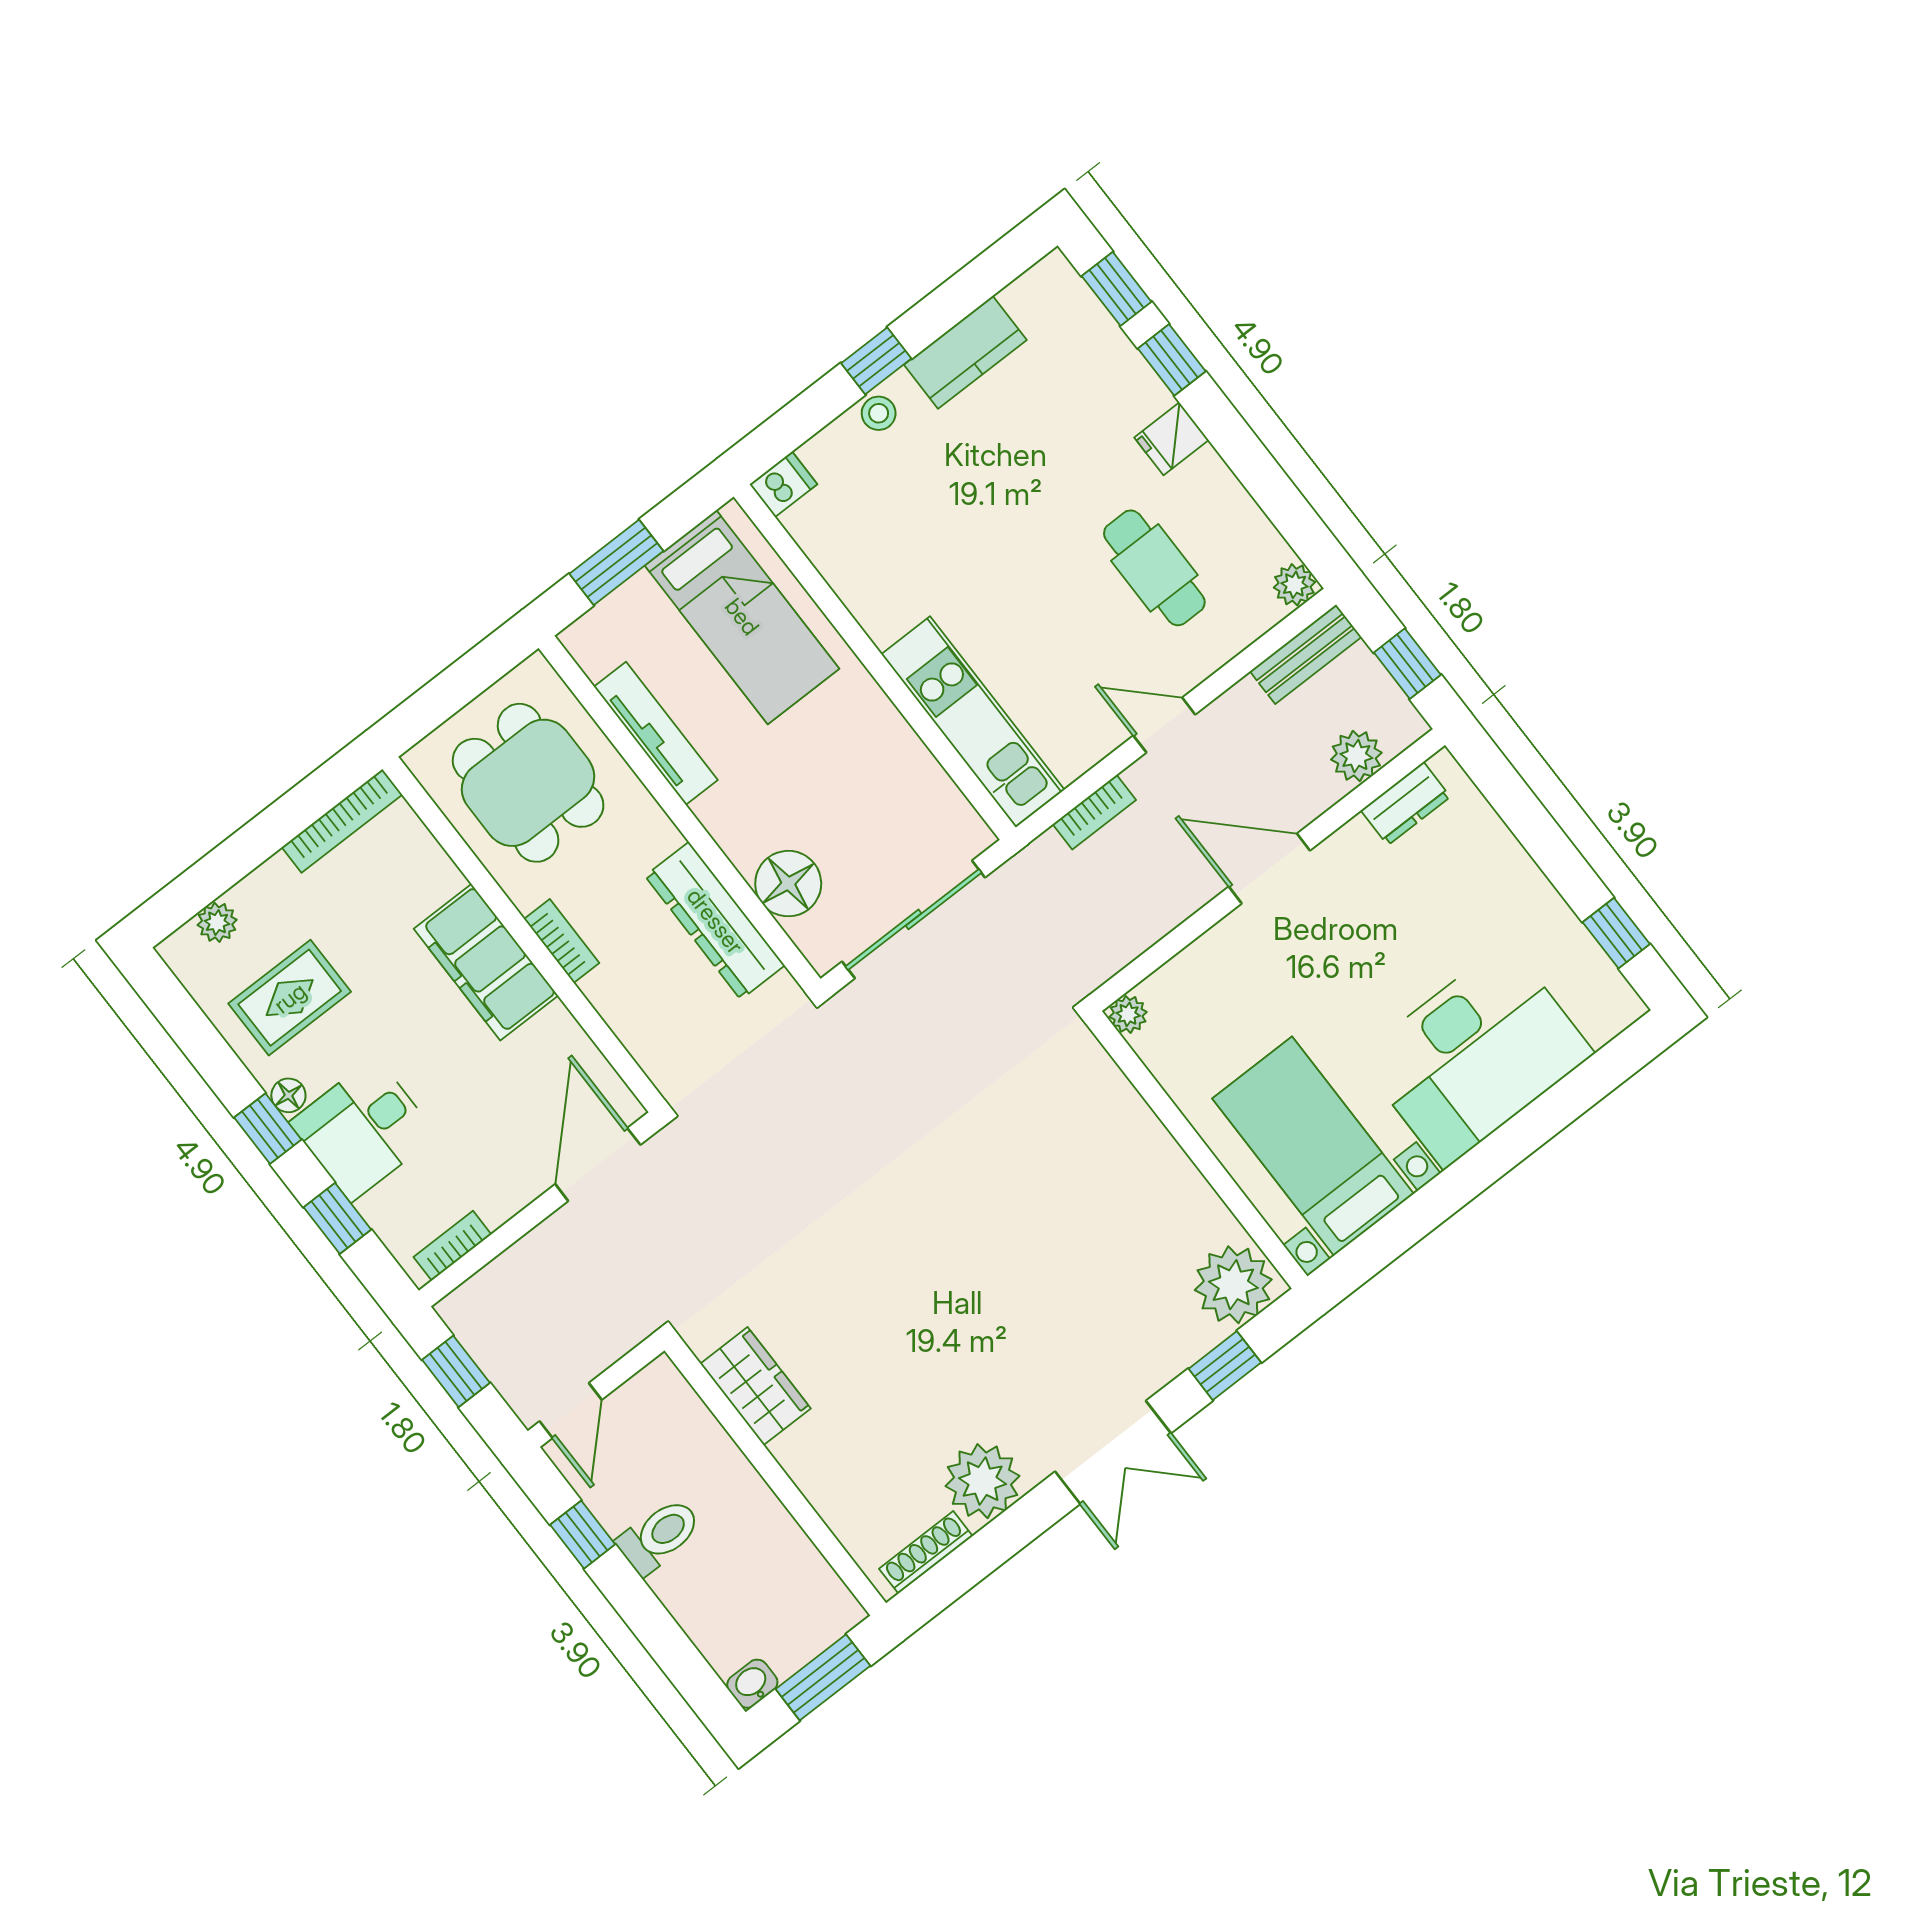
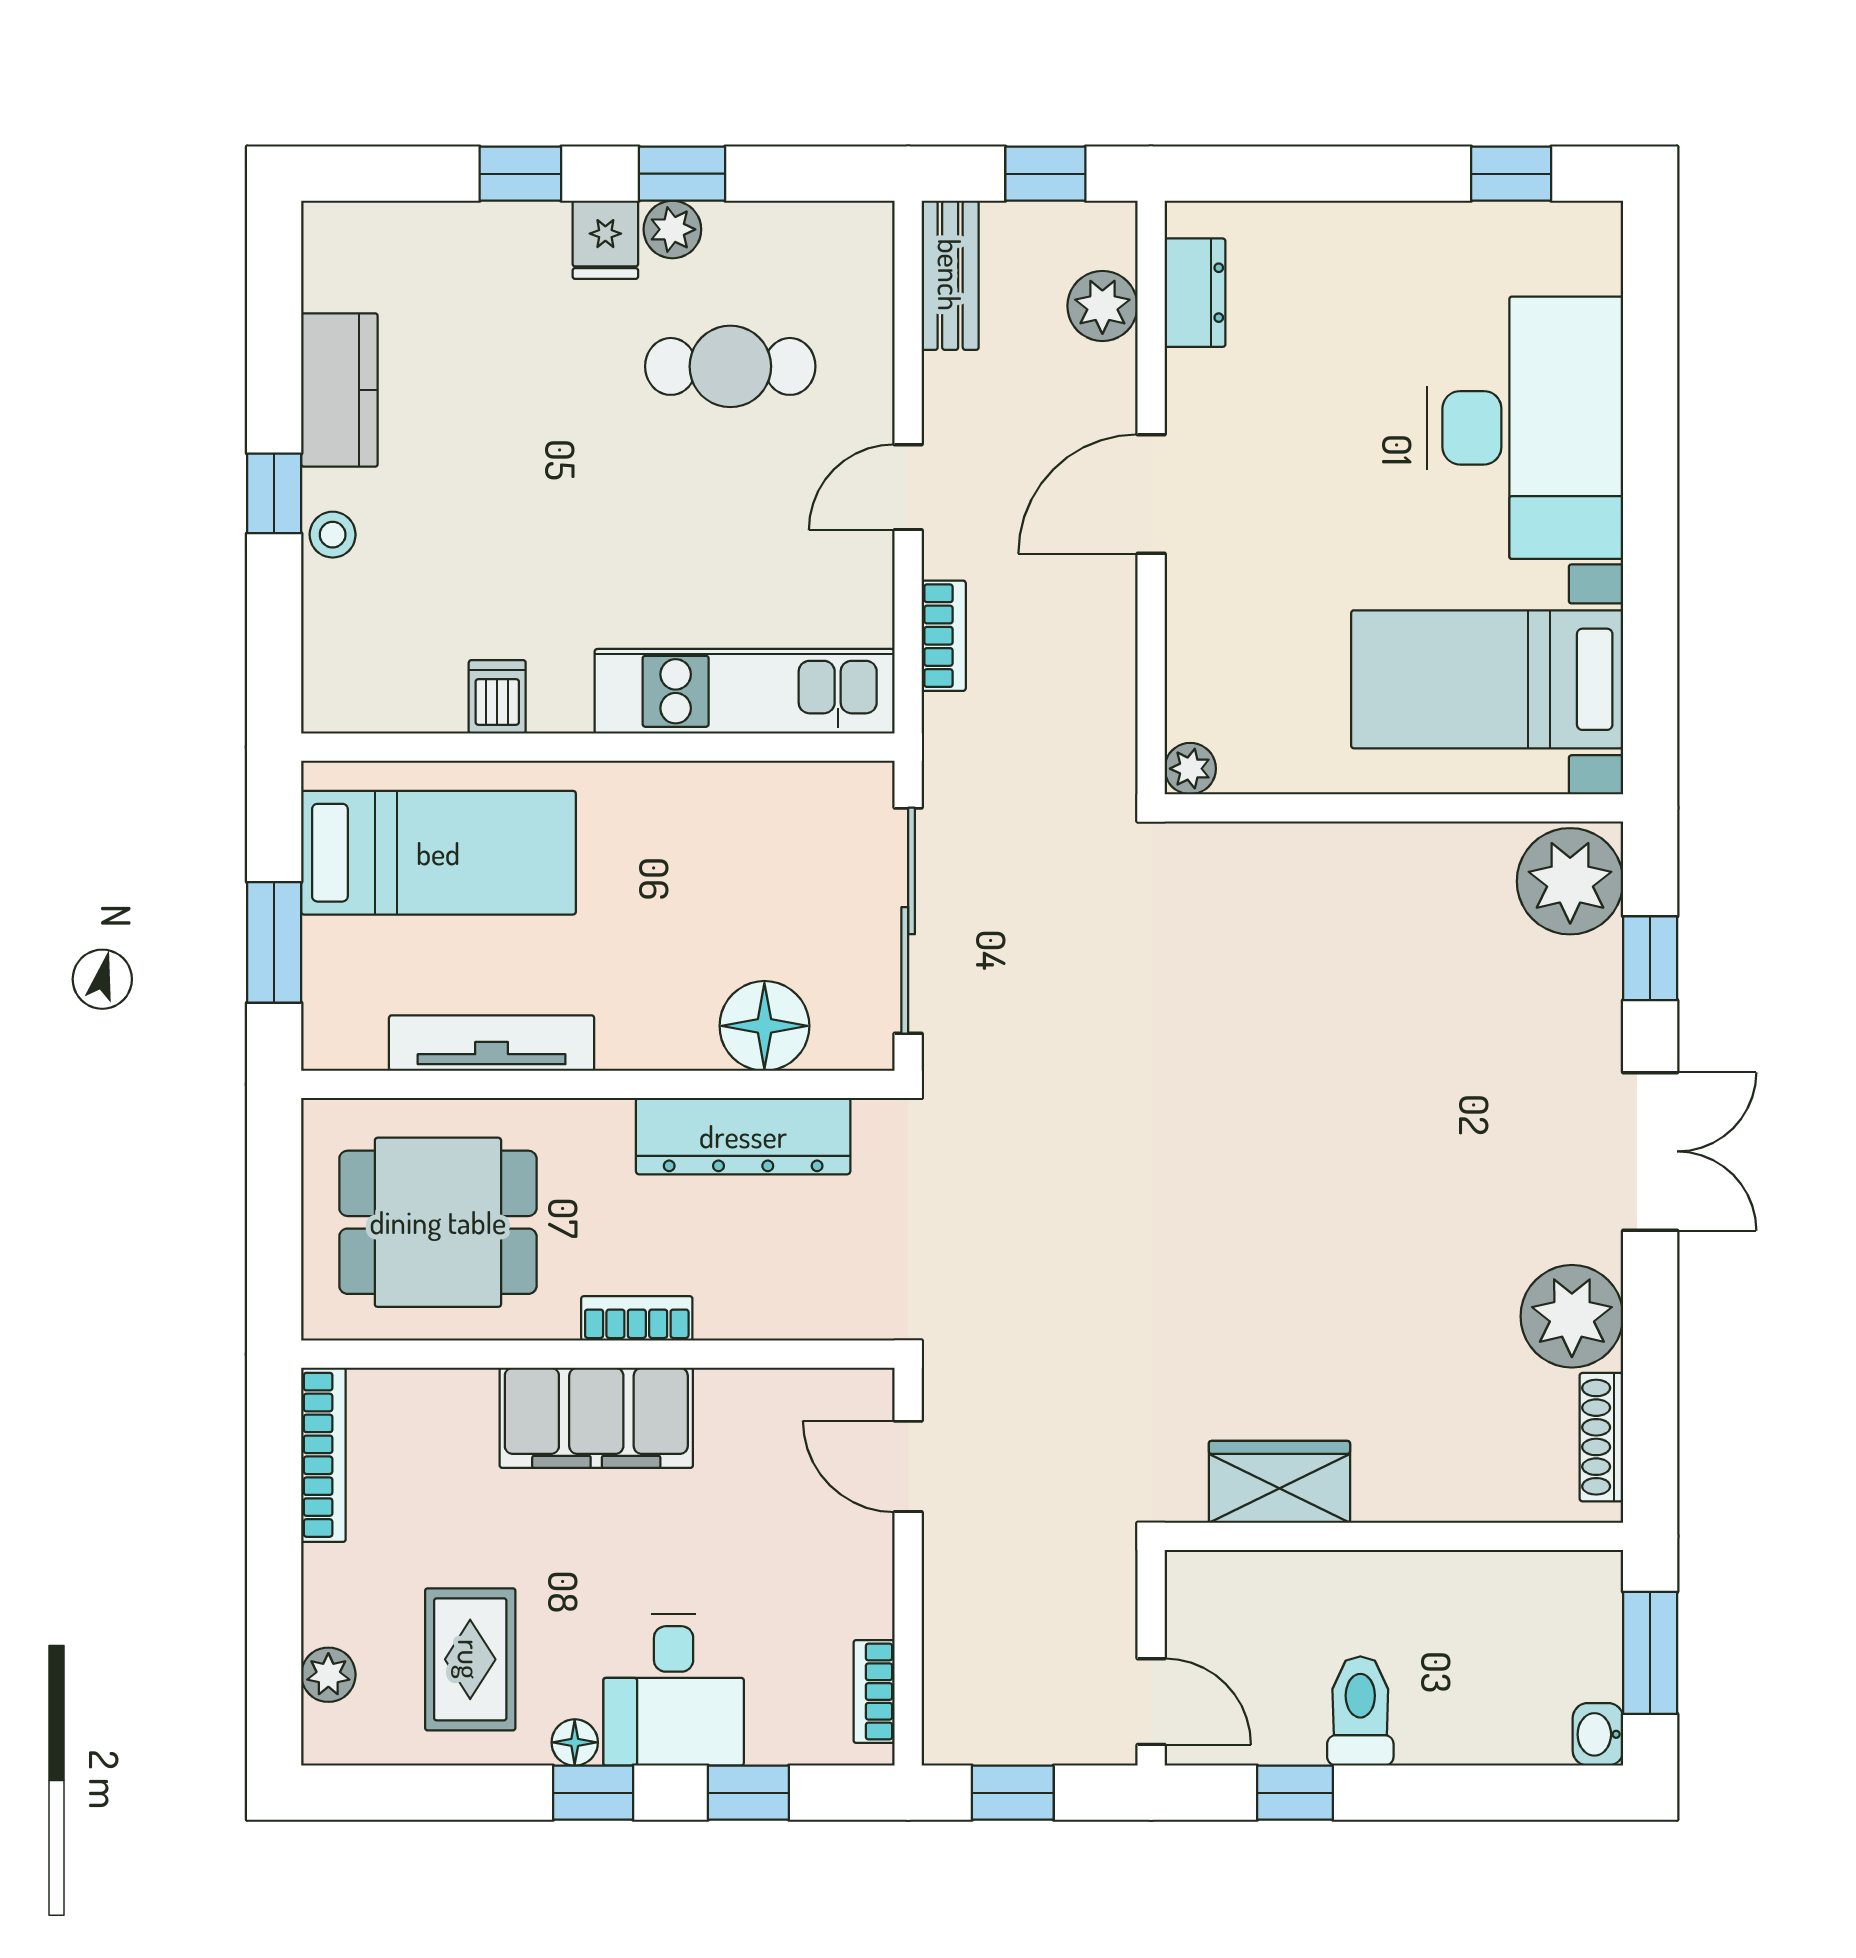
window: (1117, 289) -> (682, 174), moved
dishwasher: (783, 484) -> (497, 697), moved
plant: (1294, 585) -> (672, 229), moved
door: (598, 1164) -> (908, 1466), width x0.73

